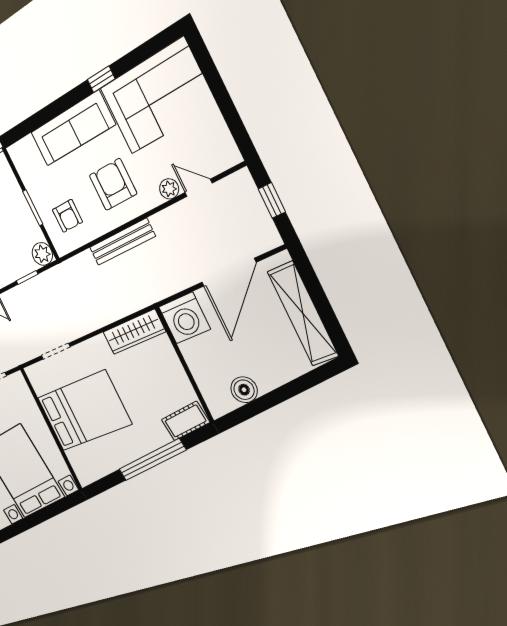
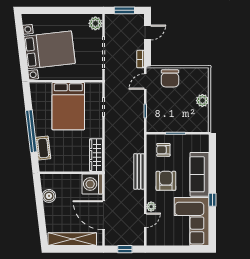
armchair: (113, 184) -> (166, 181), turned -90
plant: (42, 254) -> (152, 126), removed
cot: (185, 421) -> (43, 148), moved

